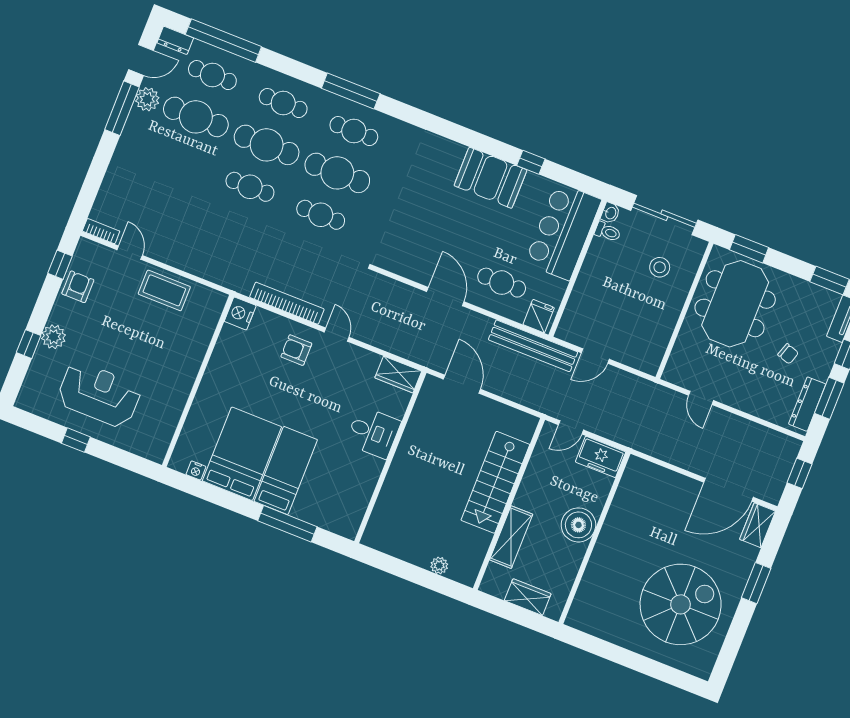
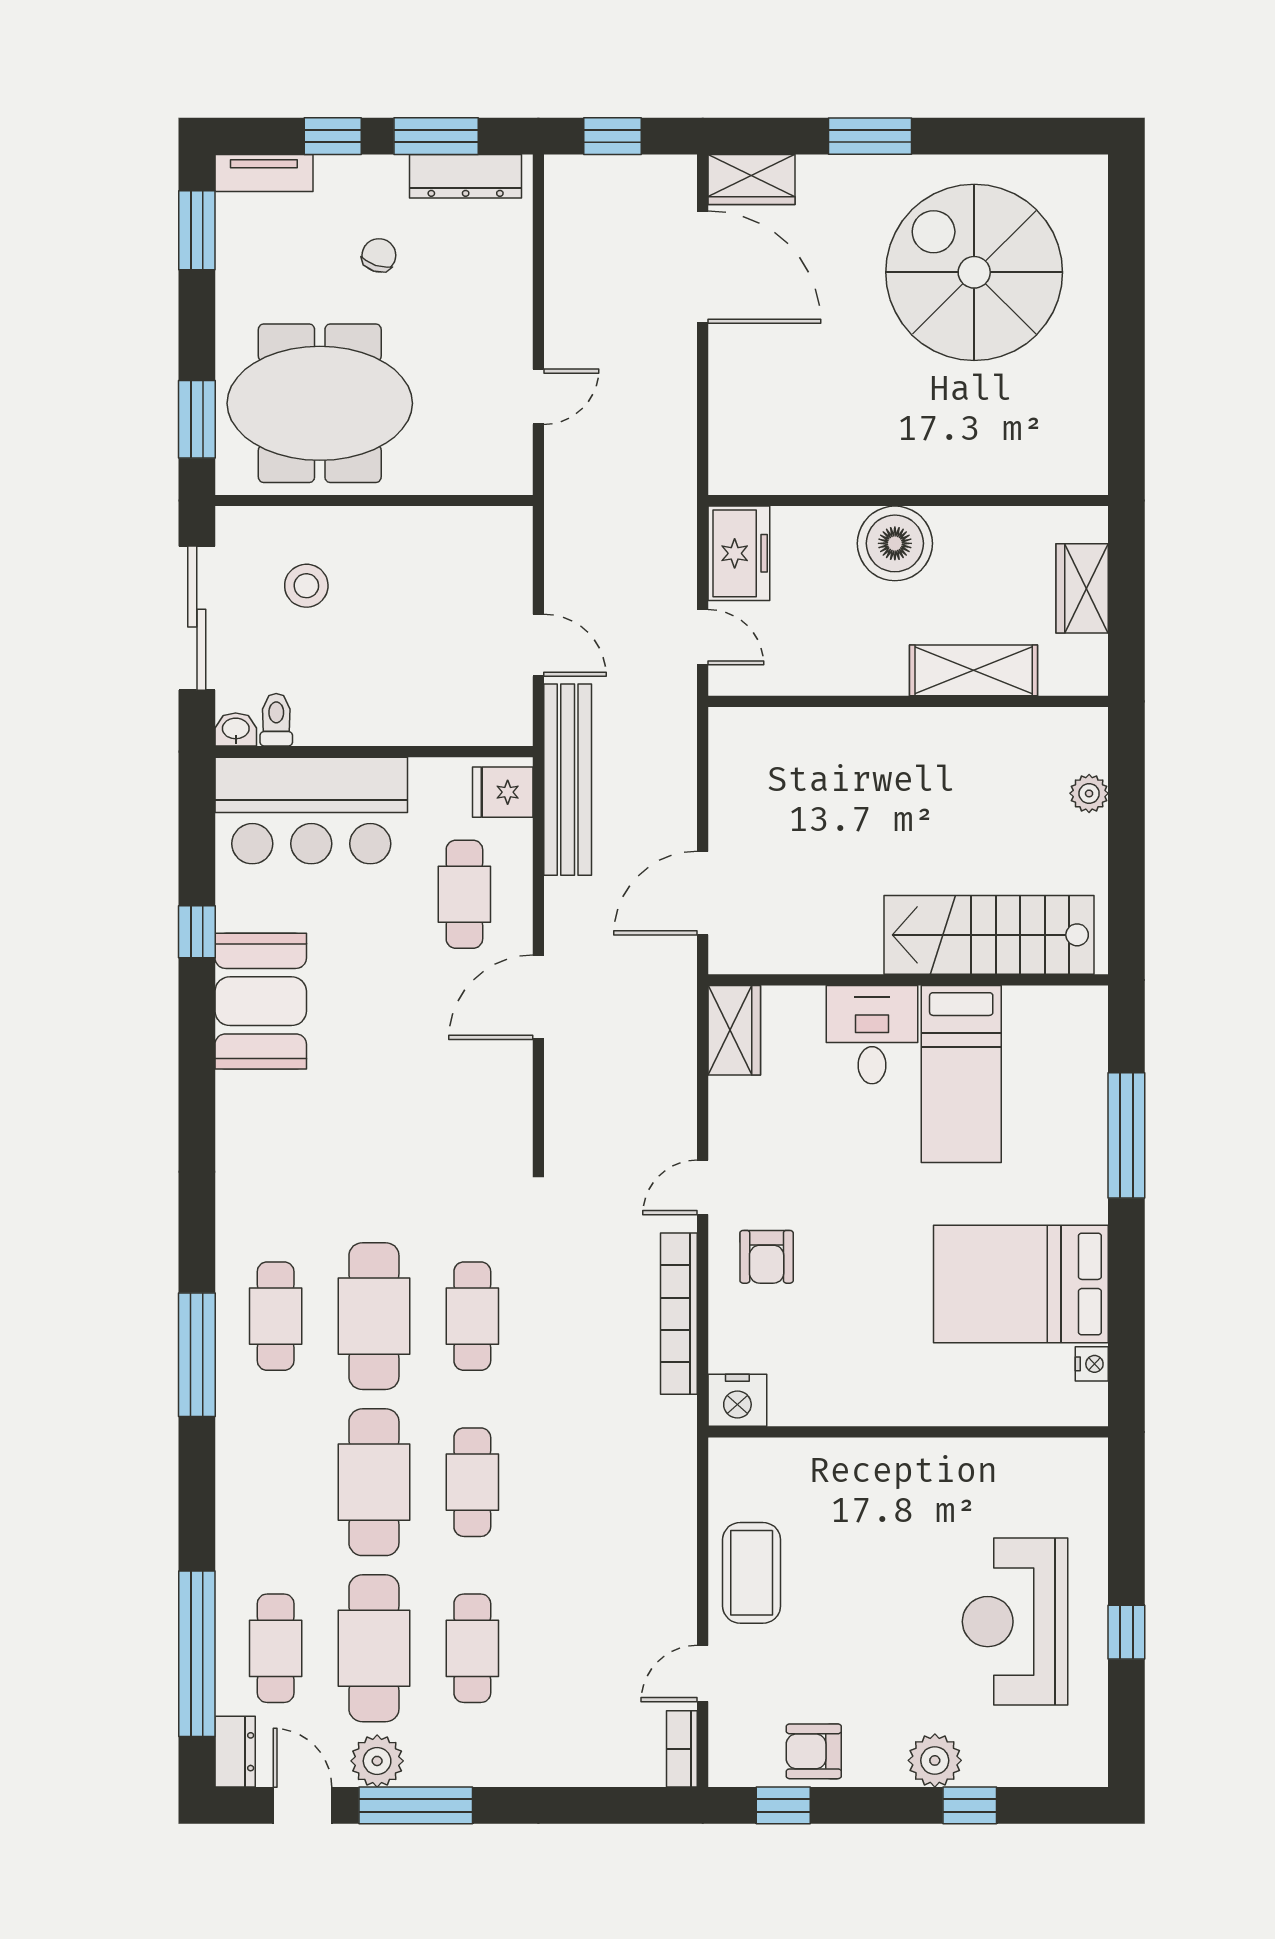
cafe table: (283, 103) -> (472, 1648), moved
bed: (286, 470) -> (961, 1074), moved, turned -90
stairs: (495, 482) -> (989, 935), moved, turned 180

